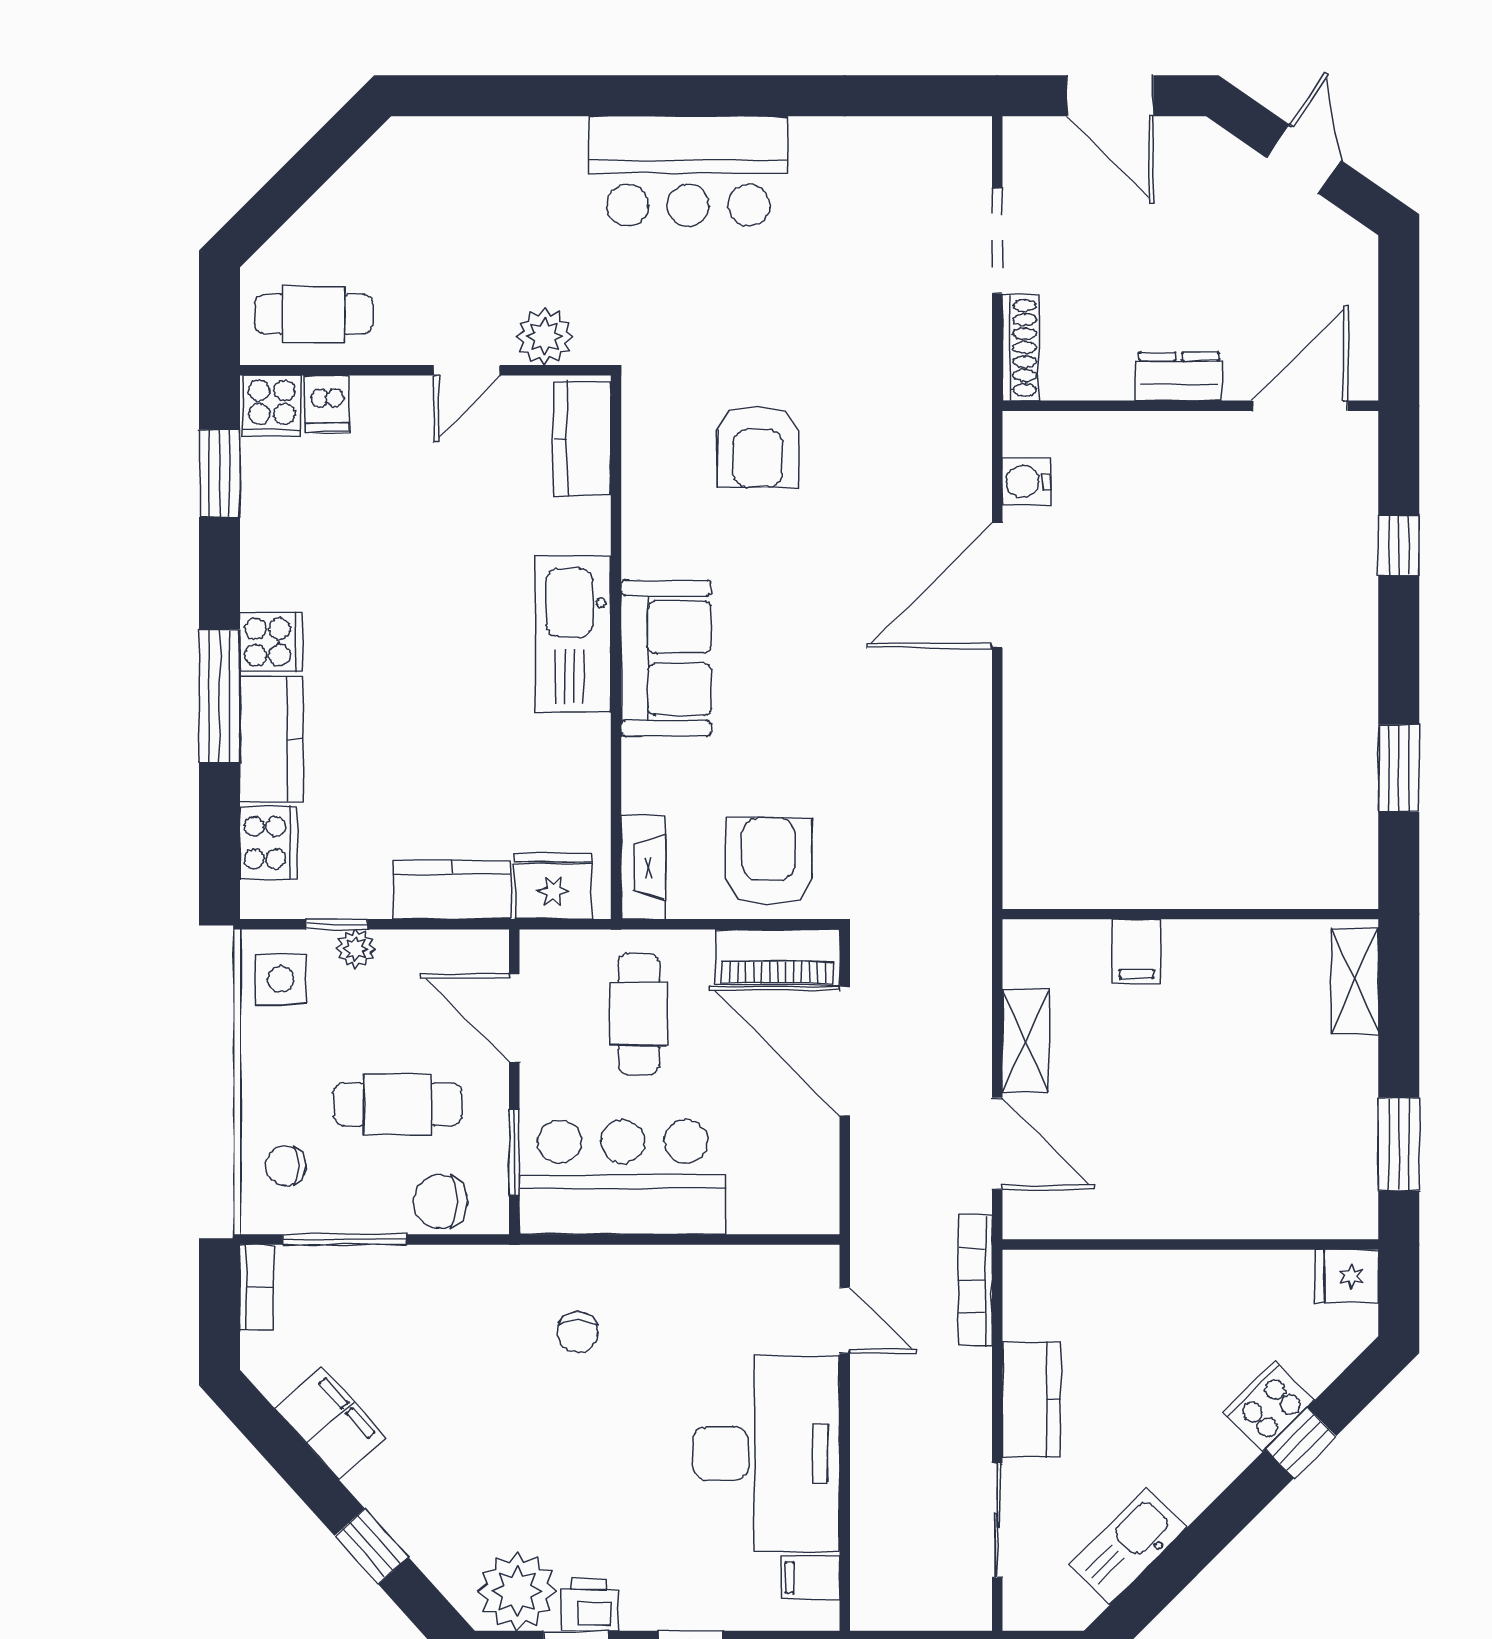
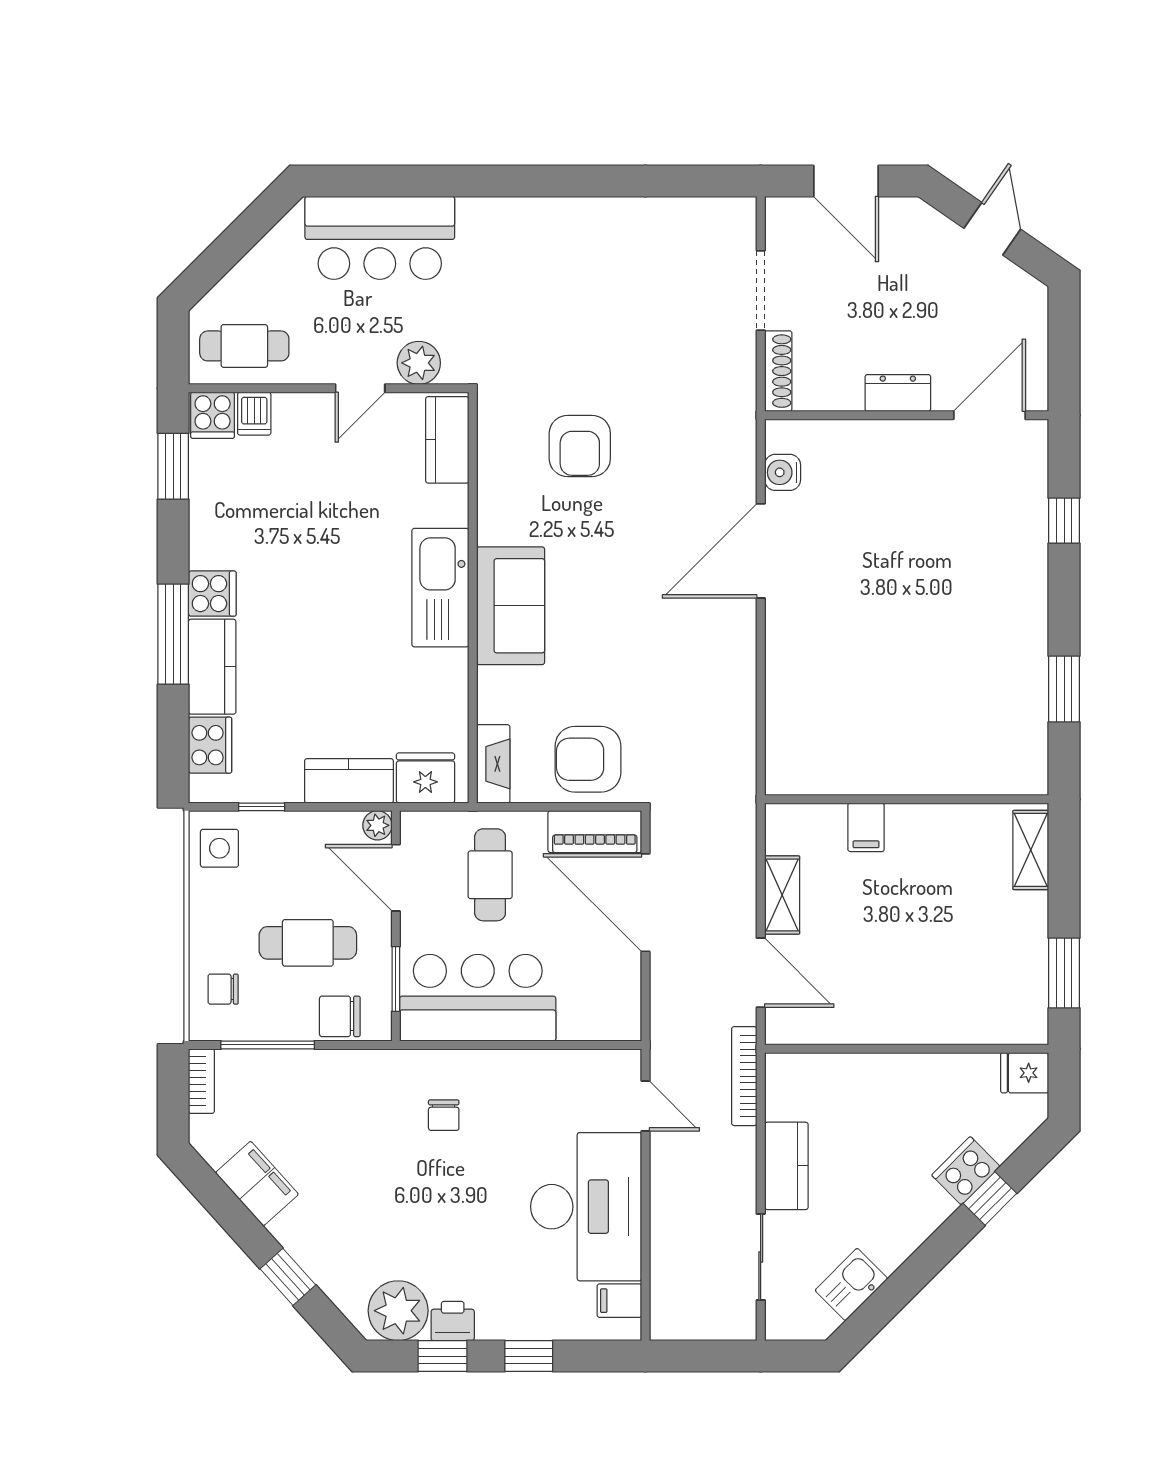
bar counter: (688, 171) -> (380, 238), moved
armchair: (769, 861) -> (588, 759), turned -90
plant: (356, 949) -> (377, 825), moved
kitchen sink: (1128, 1546) -> (851, 1284), width x0.73

